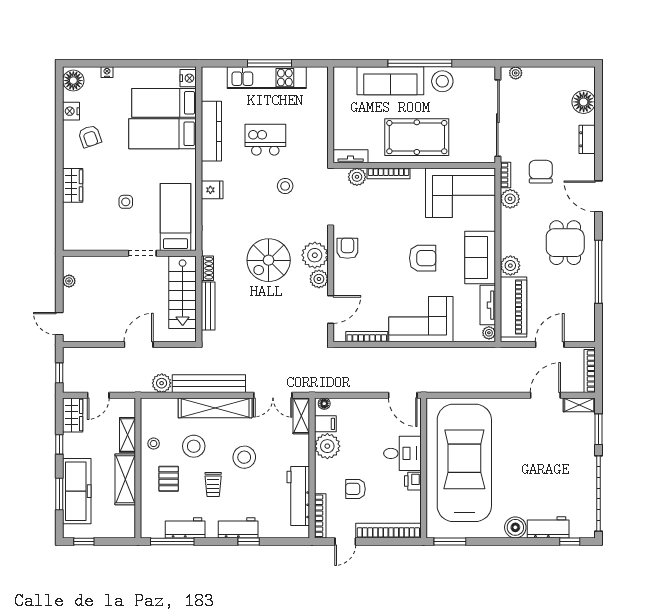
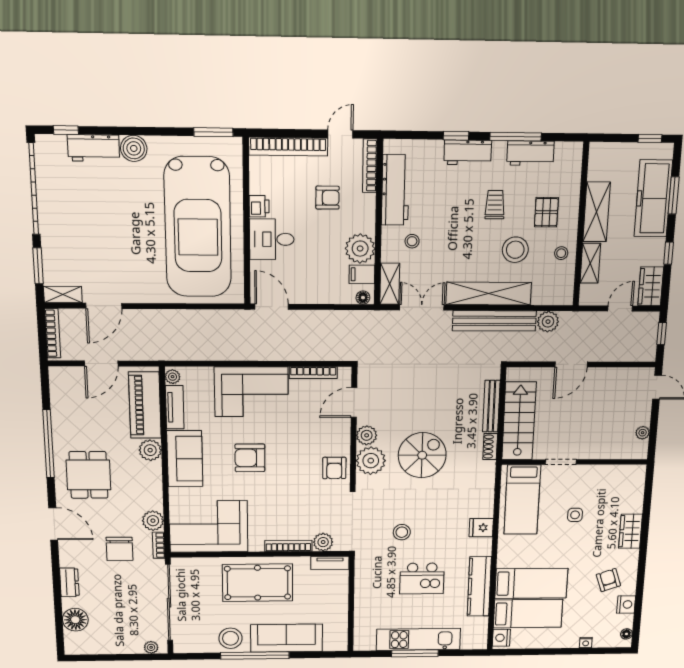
floor lamp: (73, 81) -> (626, 634), width x0.53, depth x0.53
stool: (244, 457) -> (412, 241), moved, width x0.53, depth x0.53
window: (172, 541) -> (516, 137), moved

